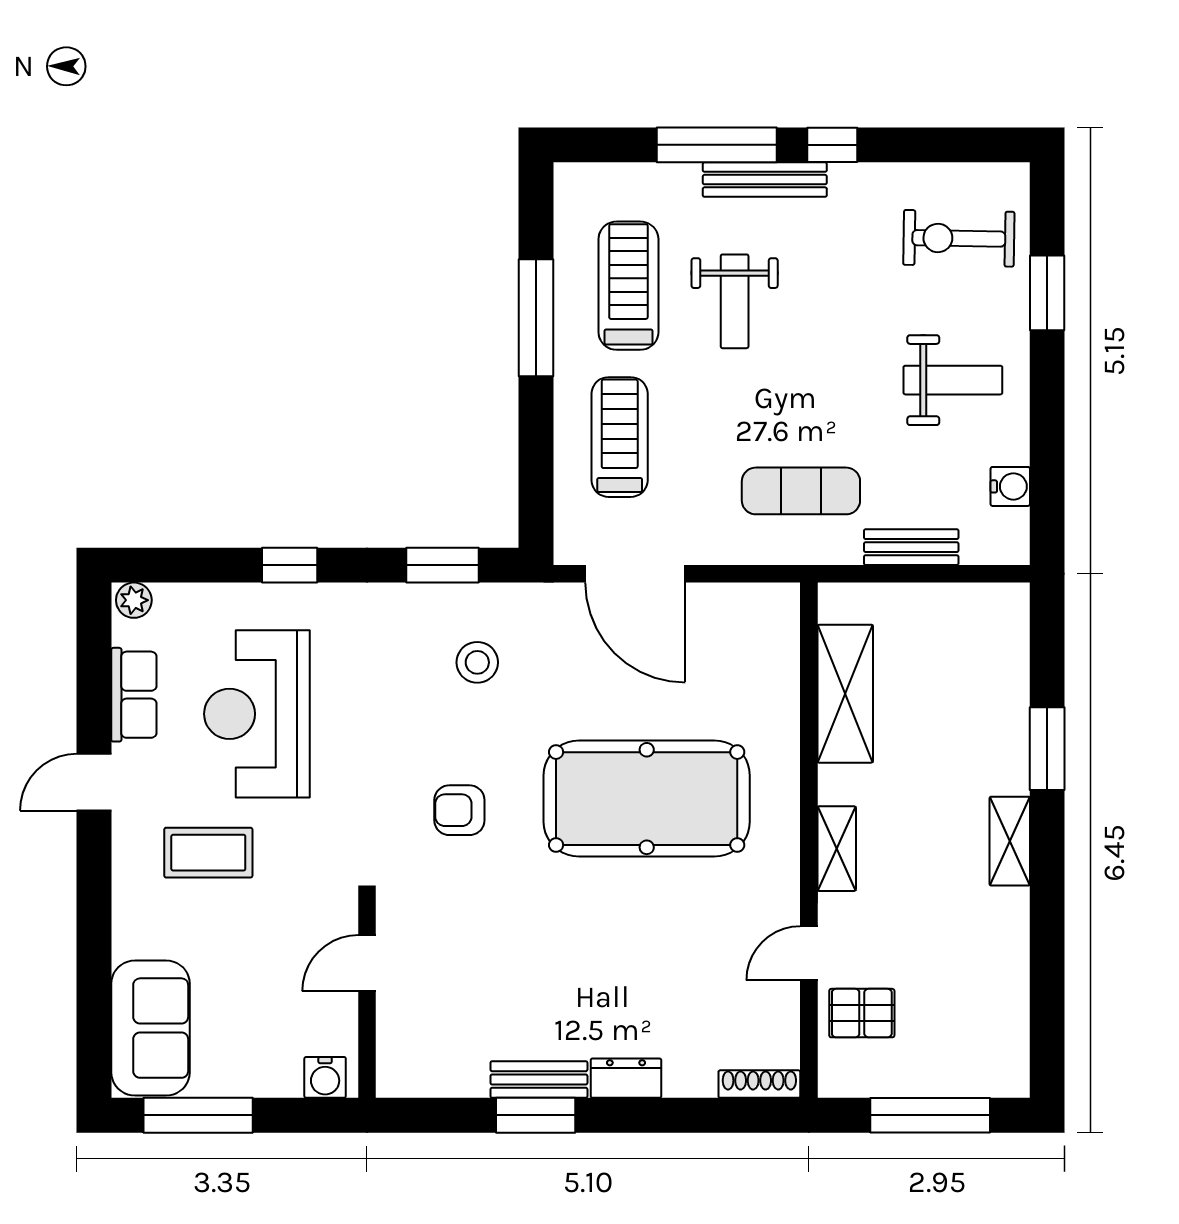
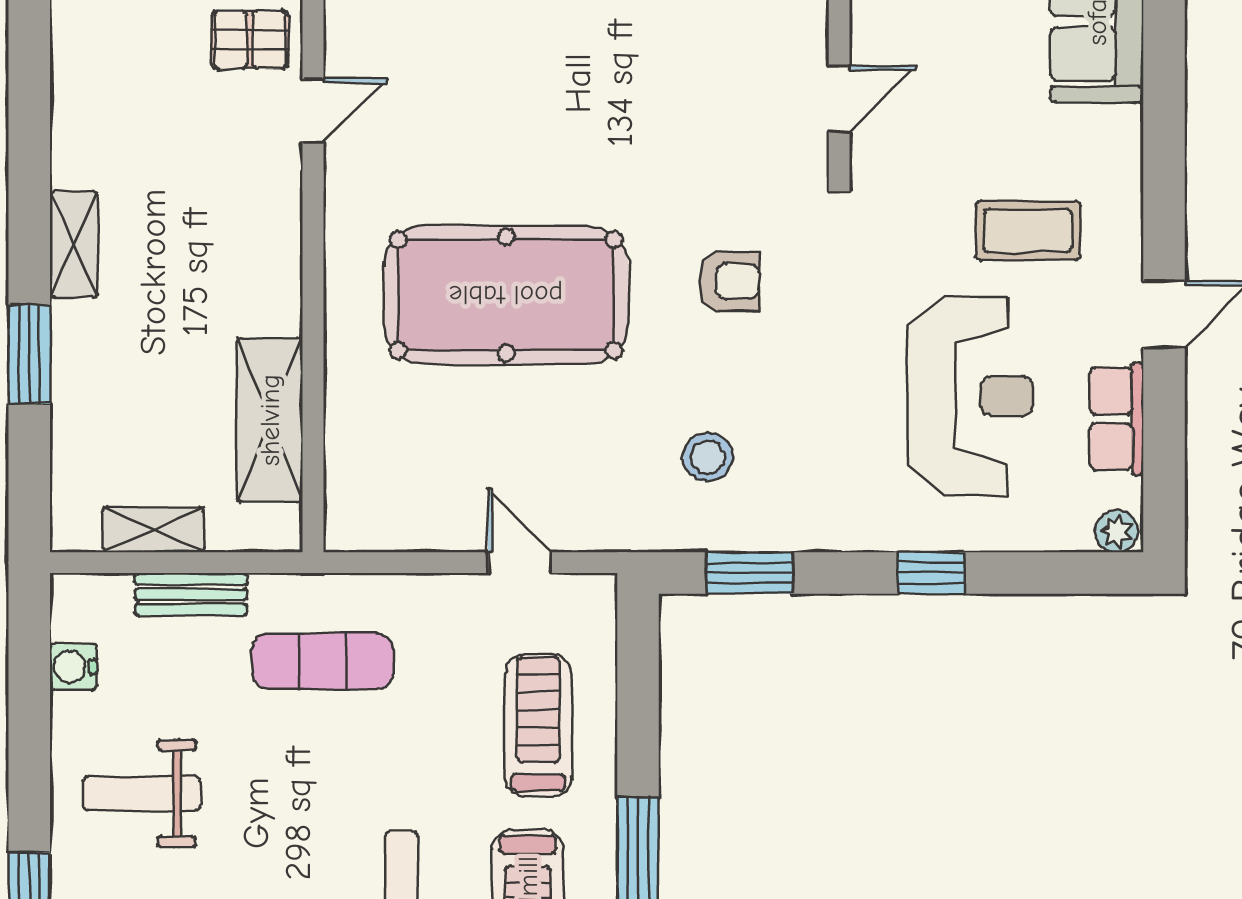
treadmill: (620, 437) -> (538, 725), turned 180
door: (635, 574) -> (520, 563), width x0.53
shelving: (837, 849) -> (153, 530), moved, turned 90

